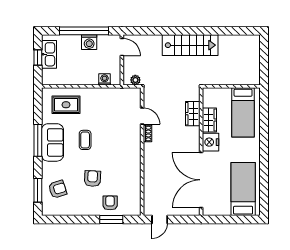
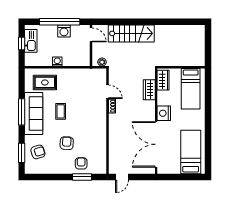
stairs: (190, 45) -> (131, 33), moved
washing machine: (105, 79) -> (57, 62), moved
wardrobe: (209, 120) -> (163, 80), moved
sofa: (52, 142) -> (34, 113), width x1.36

